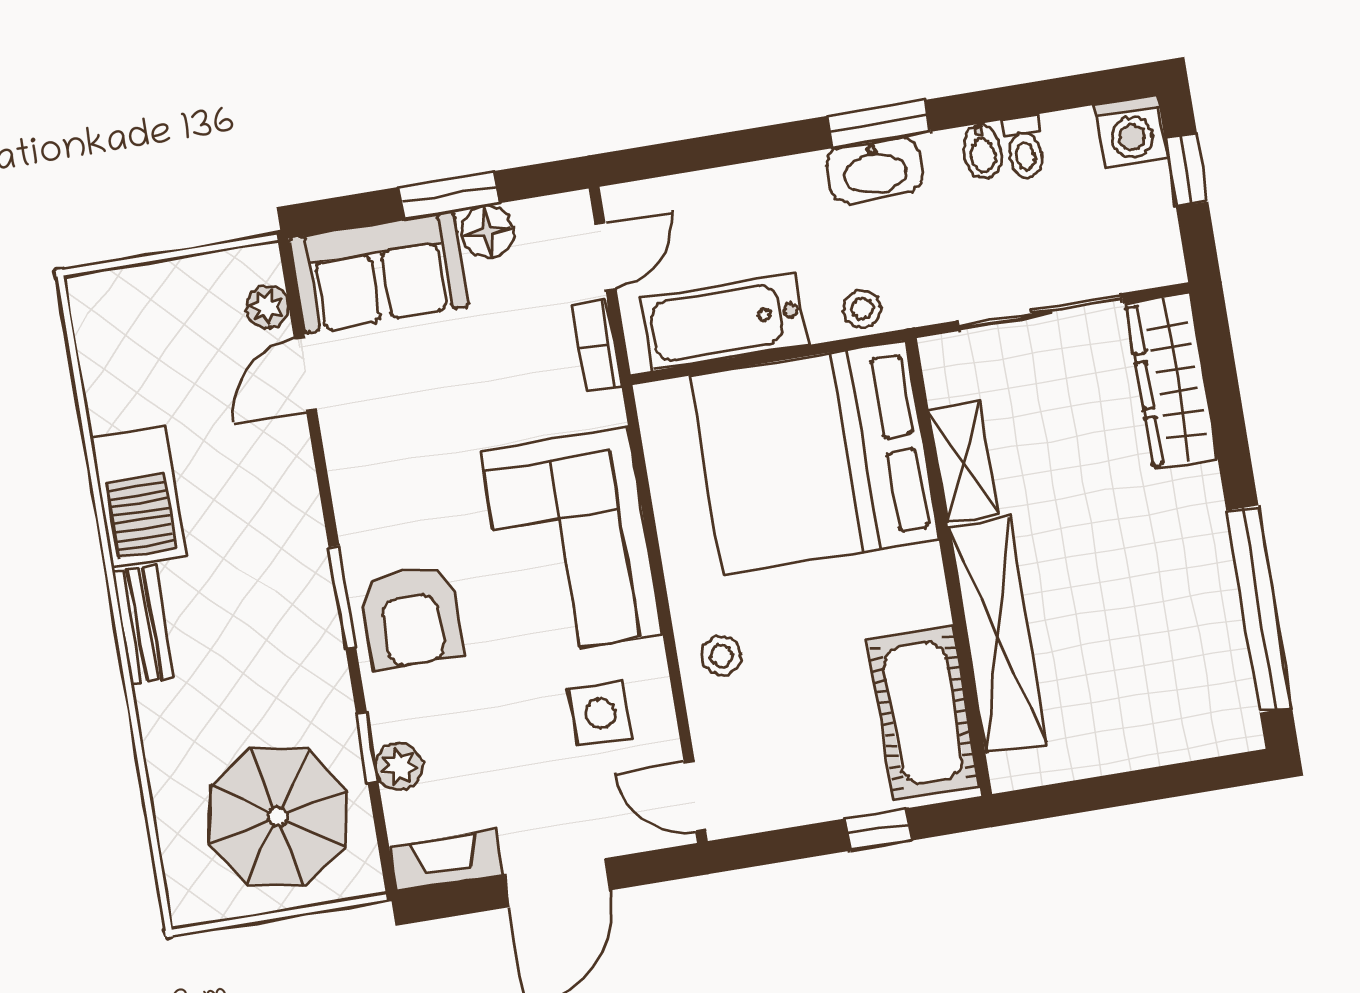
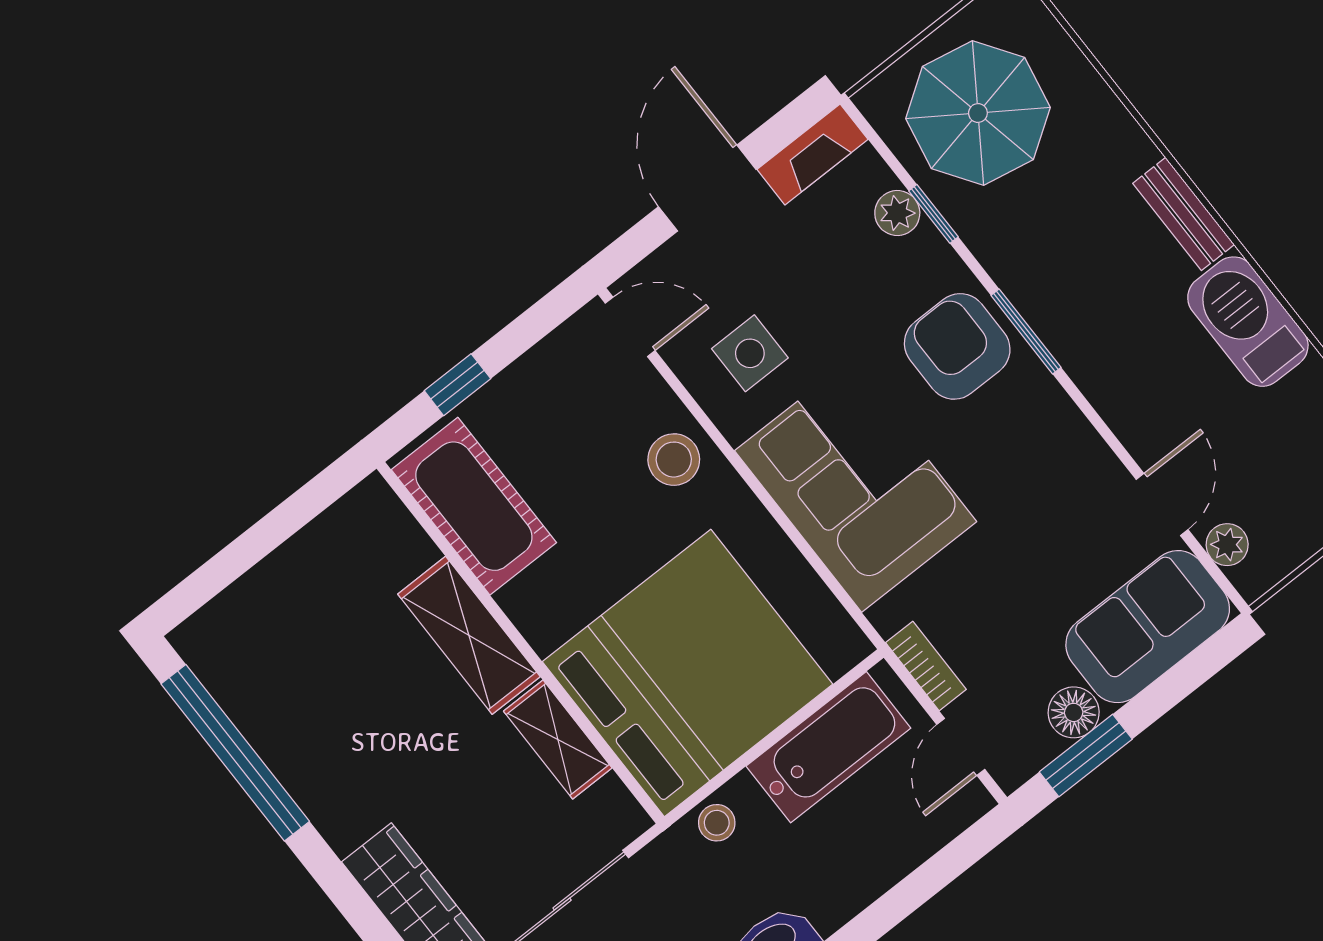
window: (449, 195) -> (1086, 756), moved
shelving: (998, 635) -> (469, 635), width x0.68
stool: (721, 656) -> (674, 460), width x1.37, depth x1.37

